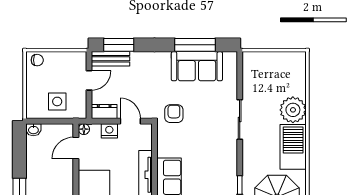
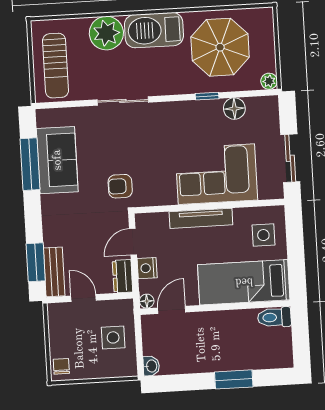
sun lounger: (270, 69) -> (55, 66), added
door: (76, 148) -> (172, 310), swing flipped

